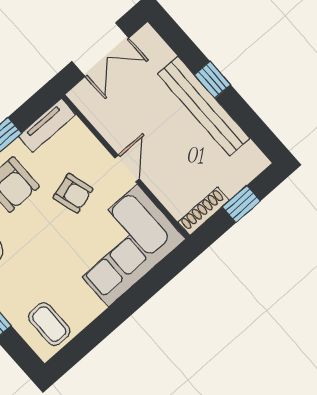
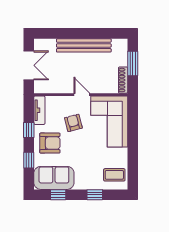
window: (212, 80) -> (77, 33), removed
armchair: (73, 193) -> (73, 123), turned -89
window: (241, 204) -> (133, 64), width x1.50

